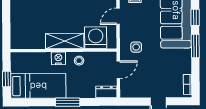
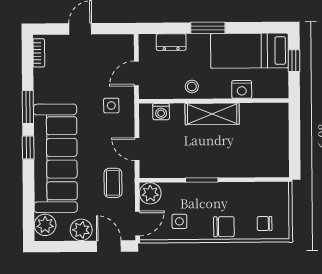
door: (118, 16) -> (137, 149), swing flipped
washing machine: (96, 38) -> (161, 112), width x0.53, depth x0.53
nightstand: (58, 58) -> (242, 89), moved
dresser: (106, 92) -> (171, 42), moved

